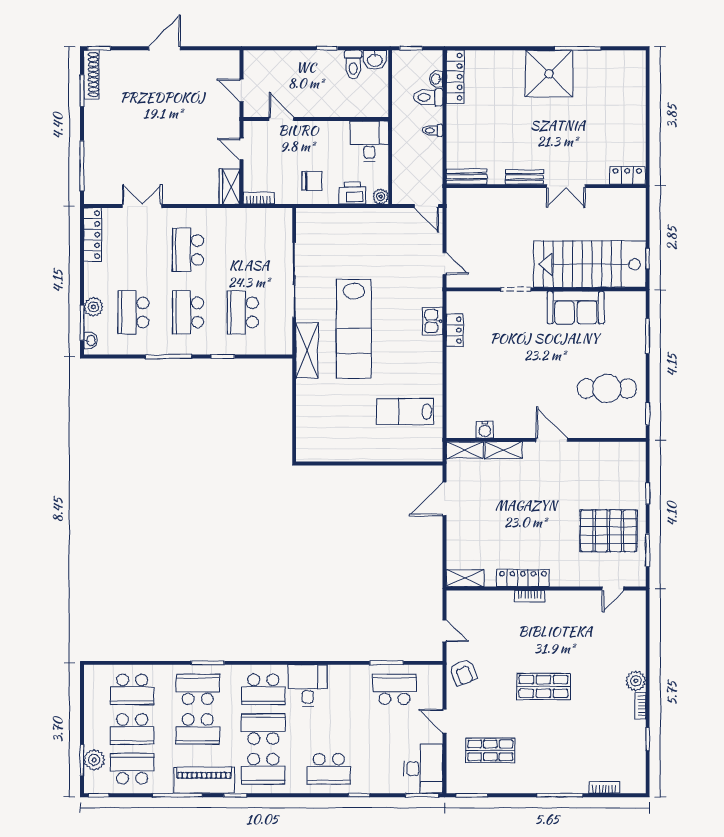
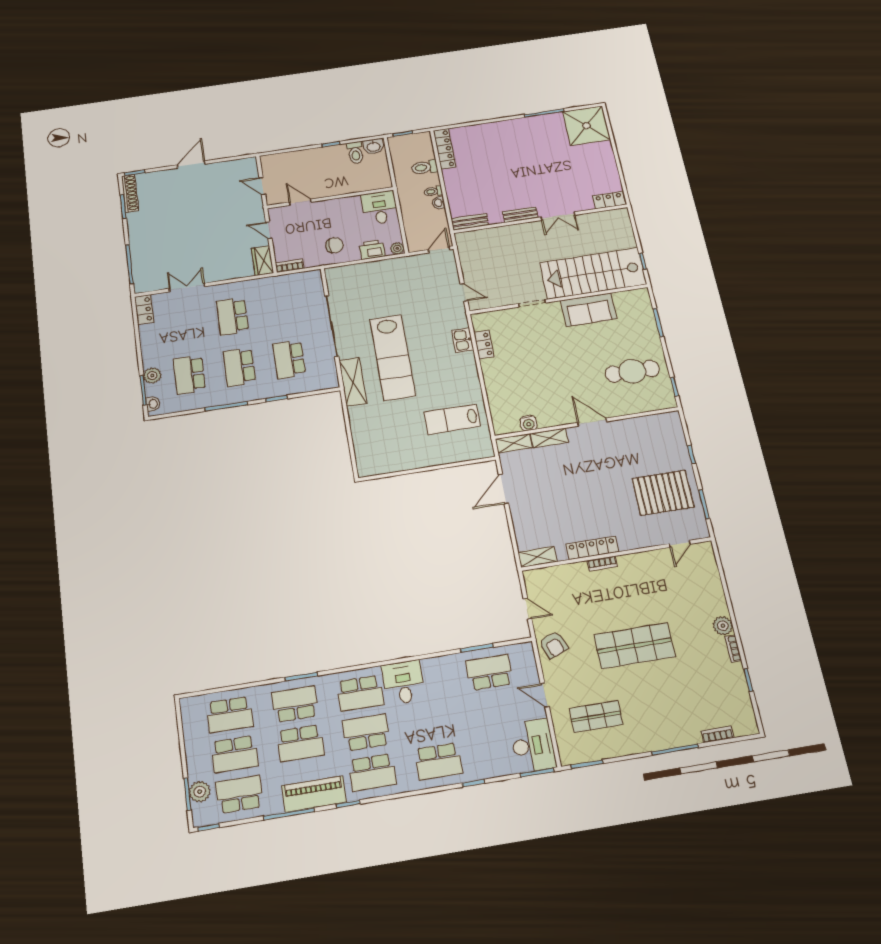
shower: (549, 74) -> (586, 126), moved
washbasin: (436, 79) -> (439, 203), moved
door: (427, 206) -> (439, 250), swing flipped
locker: (93, 235) -> (144, 310), width x0.66
shop shelf: (543, 686) -> (635, 646), width x1.43, depth x1.36

